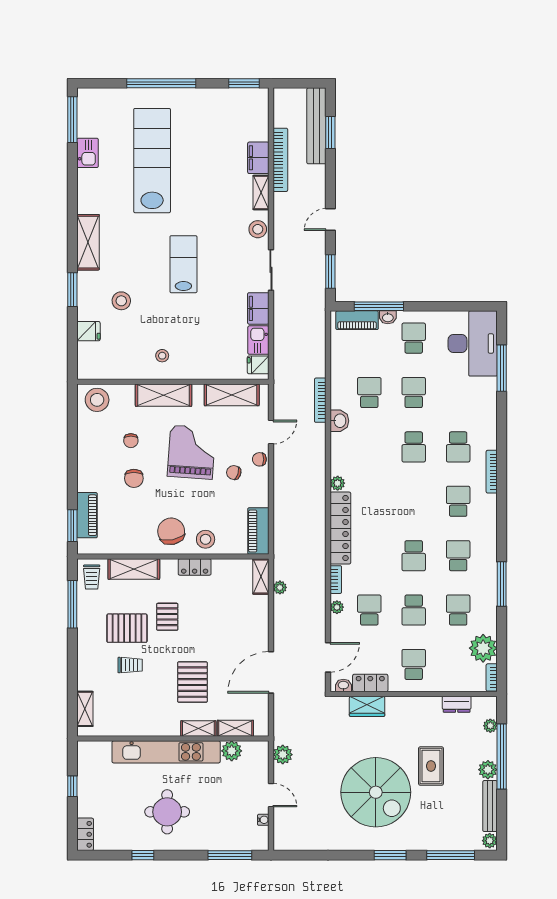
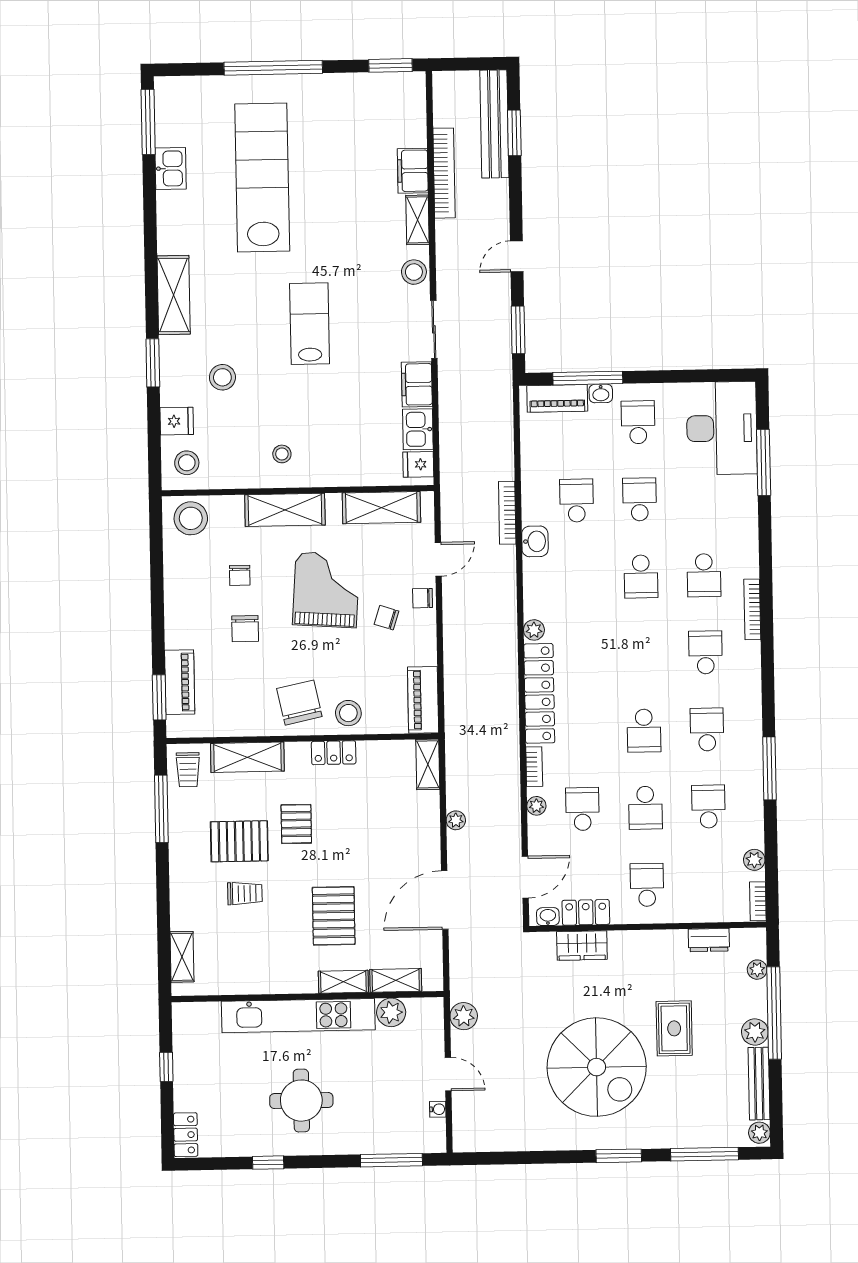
stool: (95, 361) -> (187, 463), added
plant: (280, 587) -> (456, 820), moved
plant: (483, 648) -> (754, 860), width x0.53, depth x0.53

